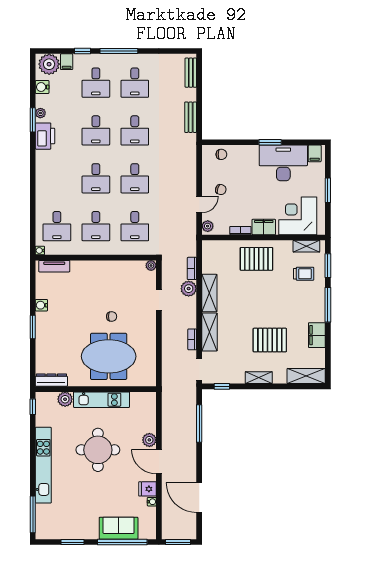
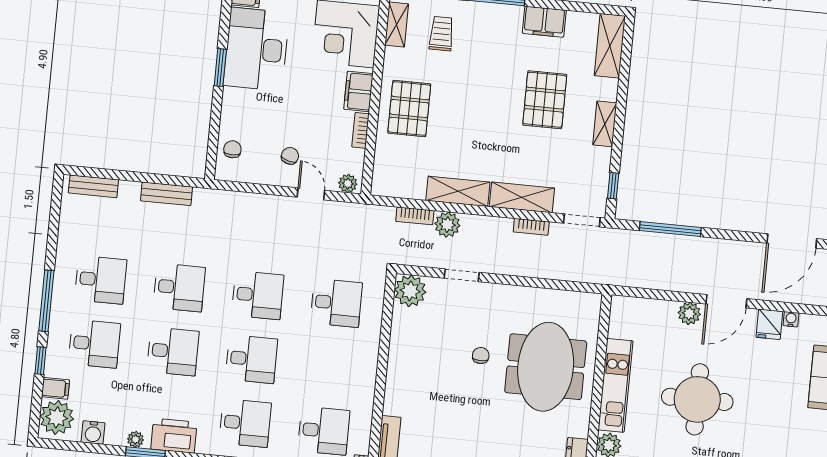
desk: (96, 226) -> (245, 423), moved
plant: (151, 266) -> (410, 291), width x1.88, depth x1.88

